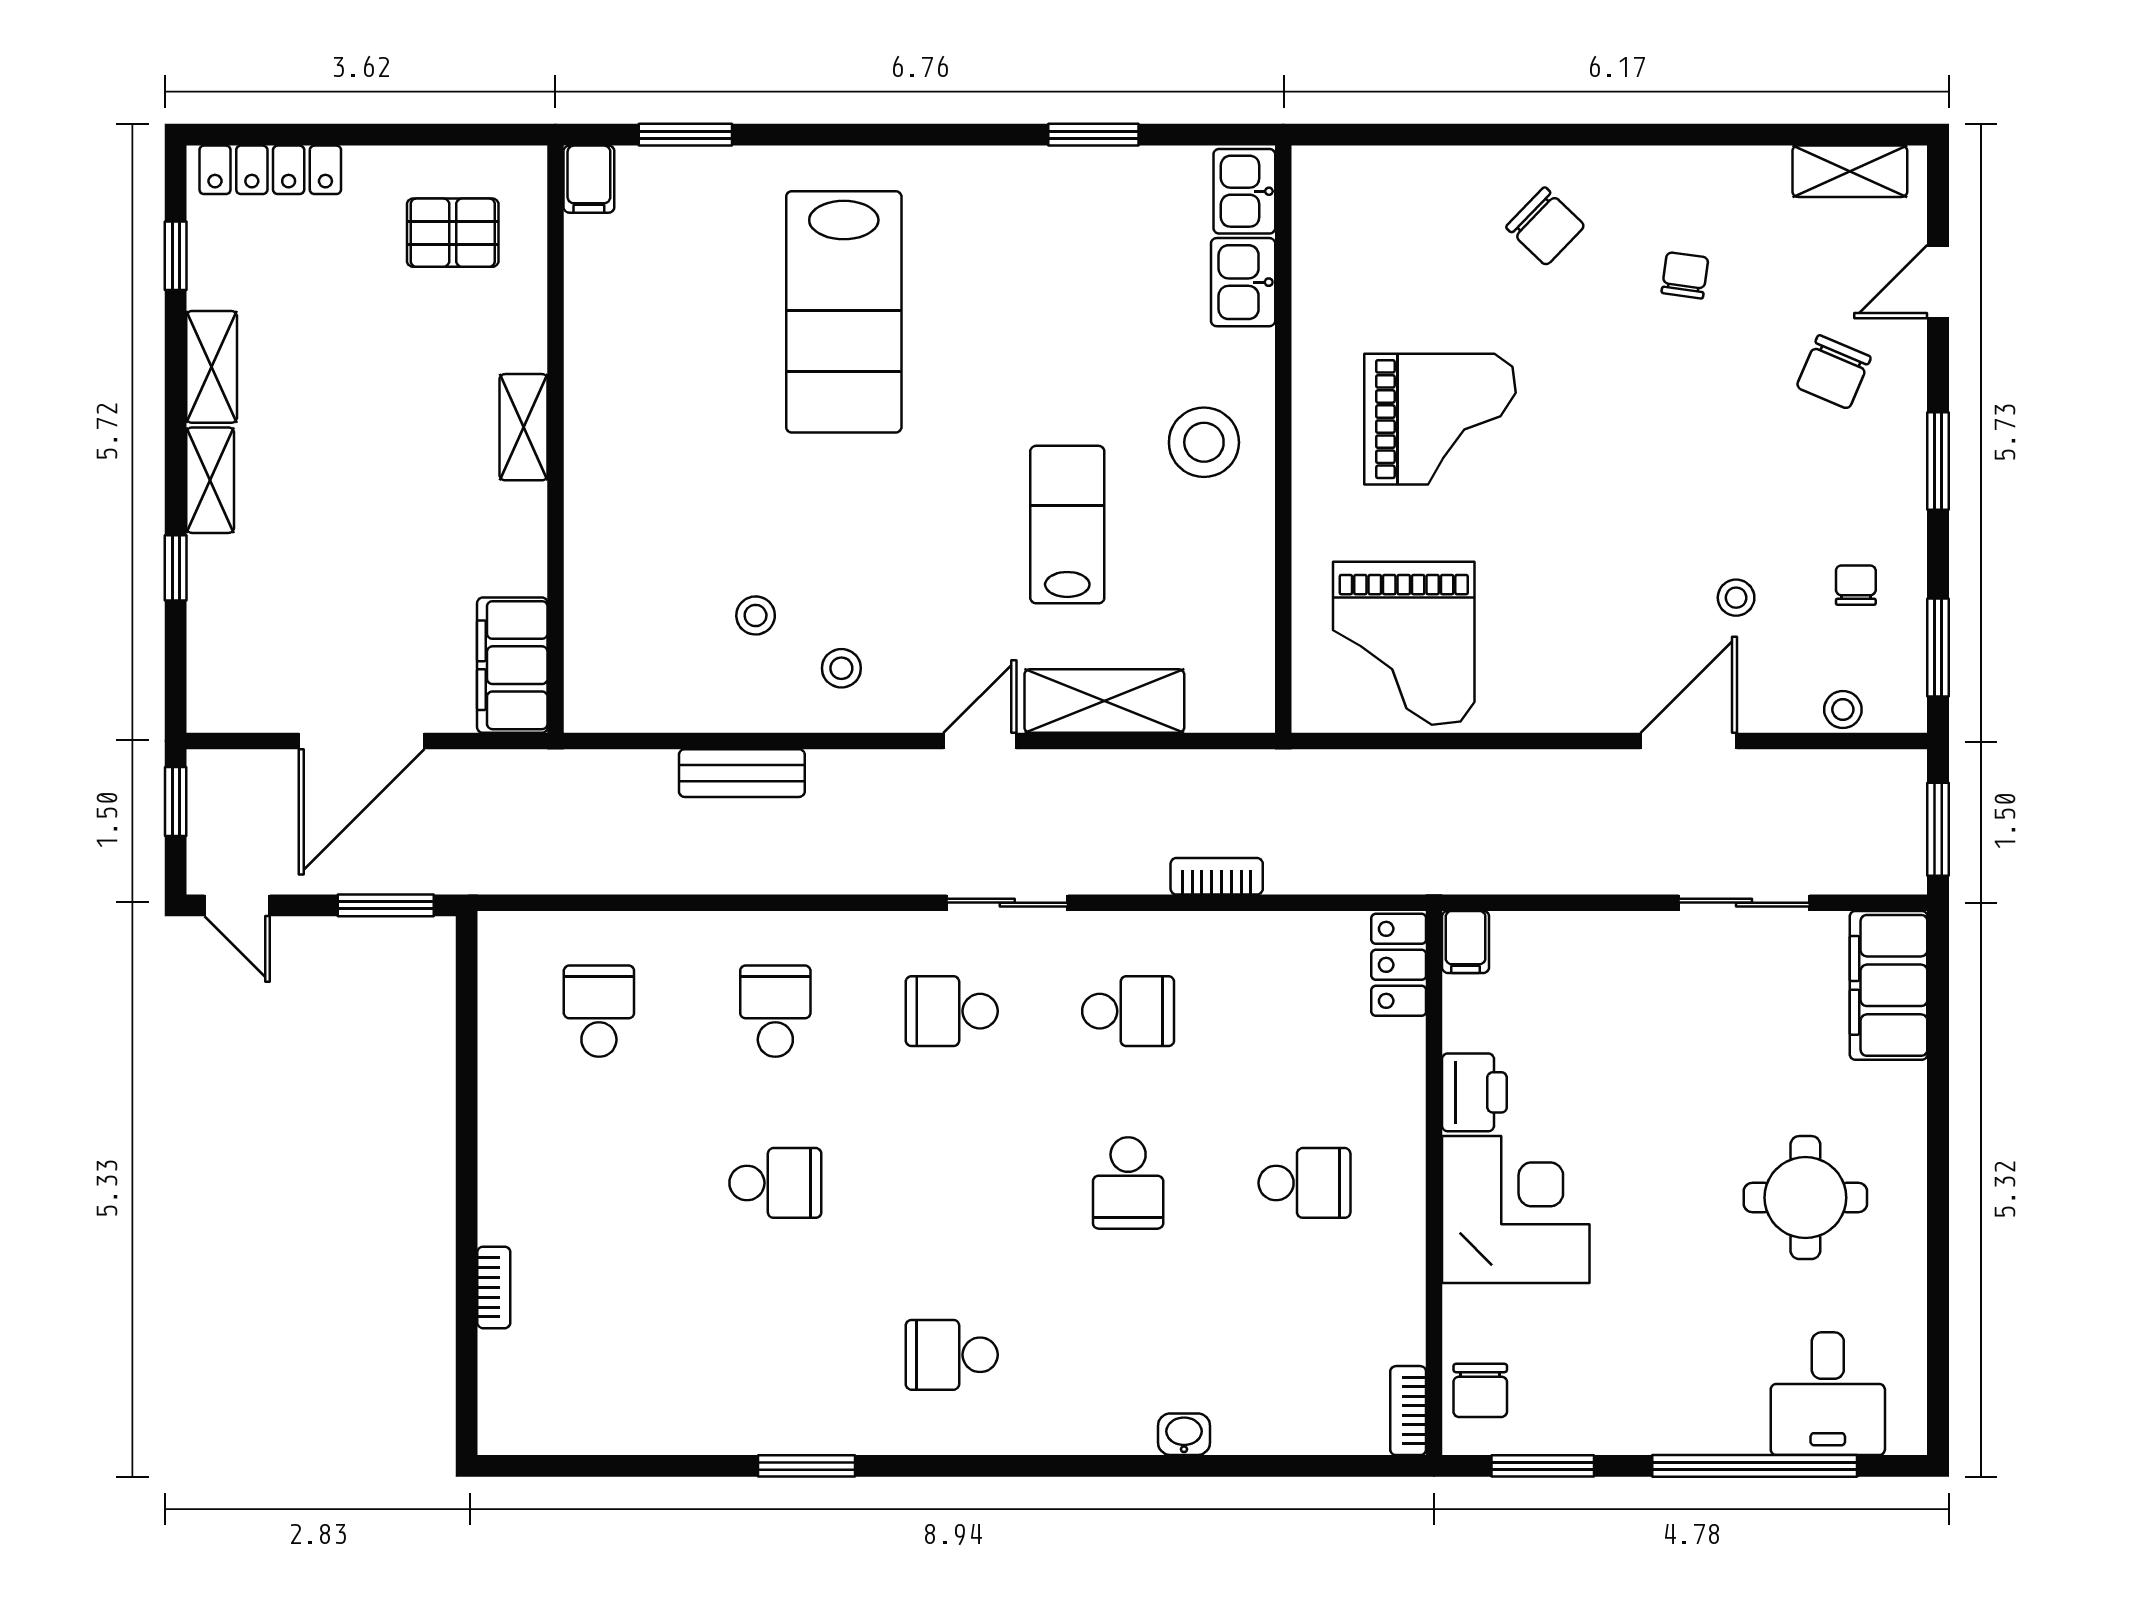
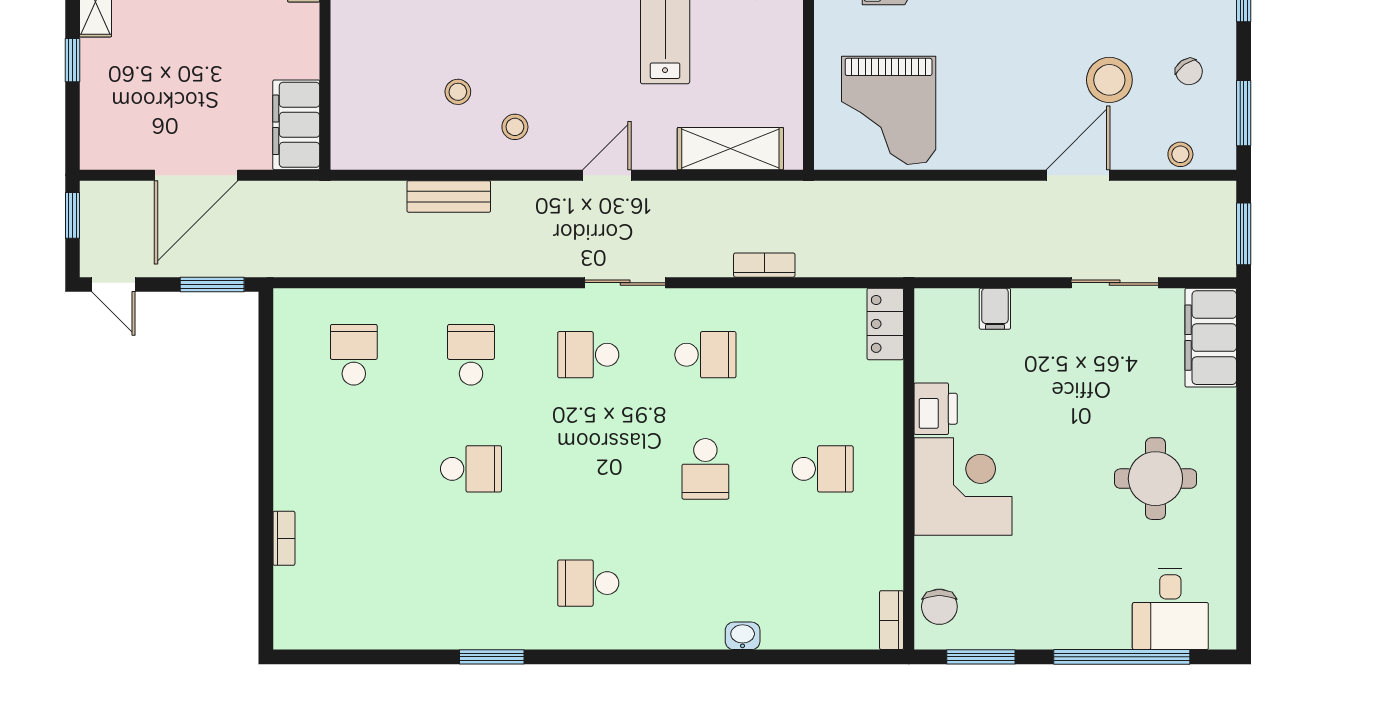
chair: (1856, 585) -> (1189, 72), turned 145
stool: (1736, 598) -> (1109, 80), width x1.89, depth x1.89
shelving: (1104, 701) -> (730, 149), moved
filing cabinet: (1466, 942) -> (995, 309), moved

